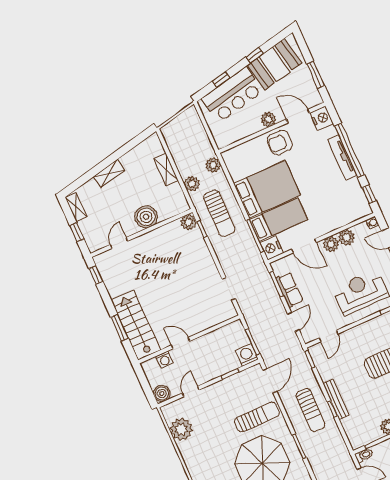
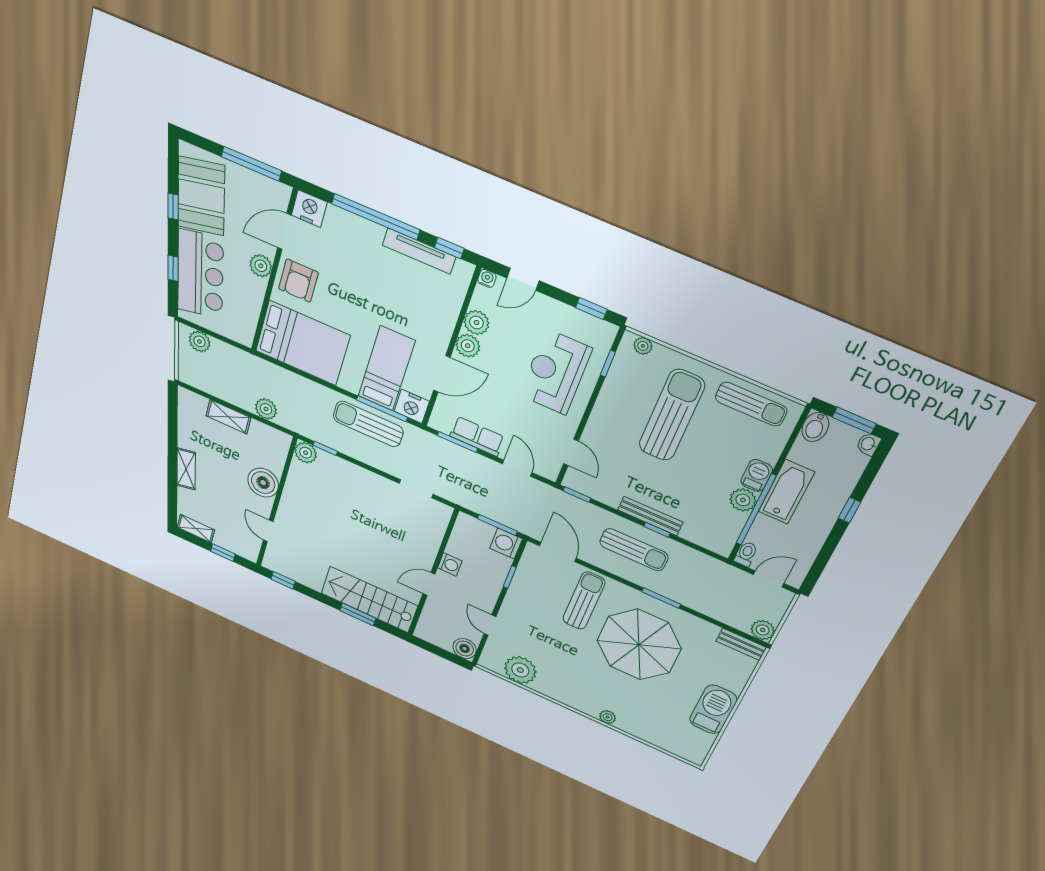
window: (316, 75) -> (251, 164), width x1.44
tv unit: (342, 157) -> (419, 251), moved
plant: (213, 165) -> (200, 341), moved
bed: (267, 189) -> (303, 343), moved, turned 90
sun lounger: (219, 213) -> (368, 424), moved, turned 180
washing machine: (164, 360) -> (450, 564), moved

